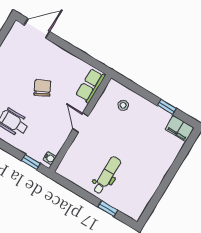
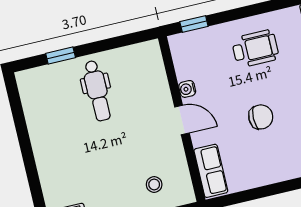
chair: (42, 88) -> (261, 117), turned -63
water cooler: (50, 158) -> (187, 89), moved

